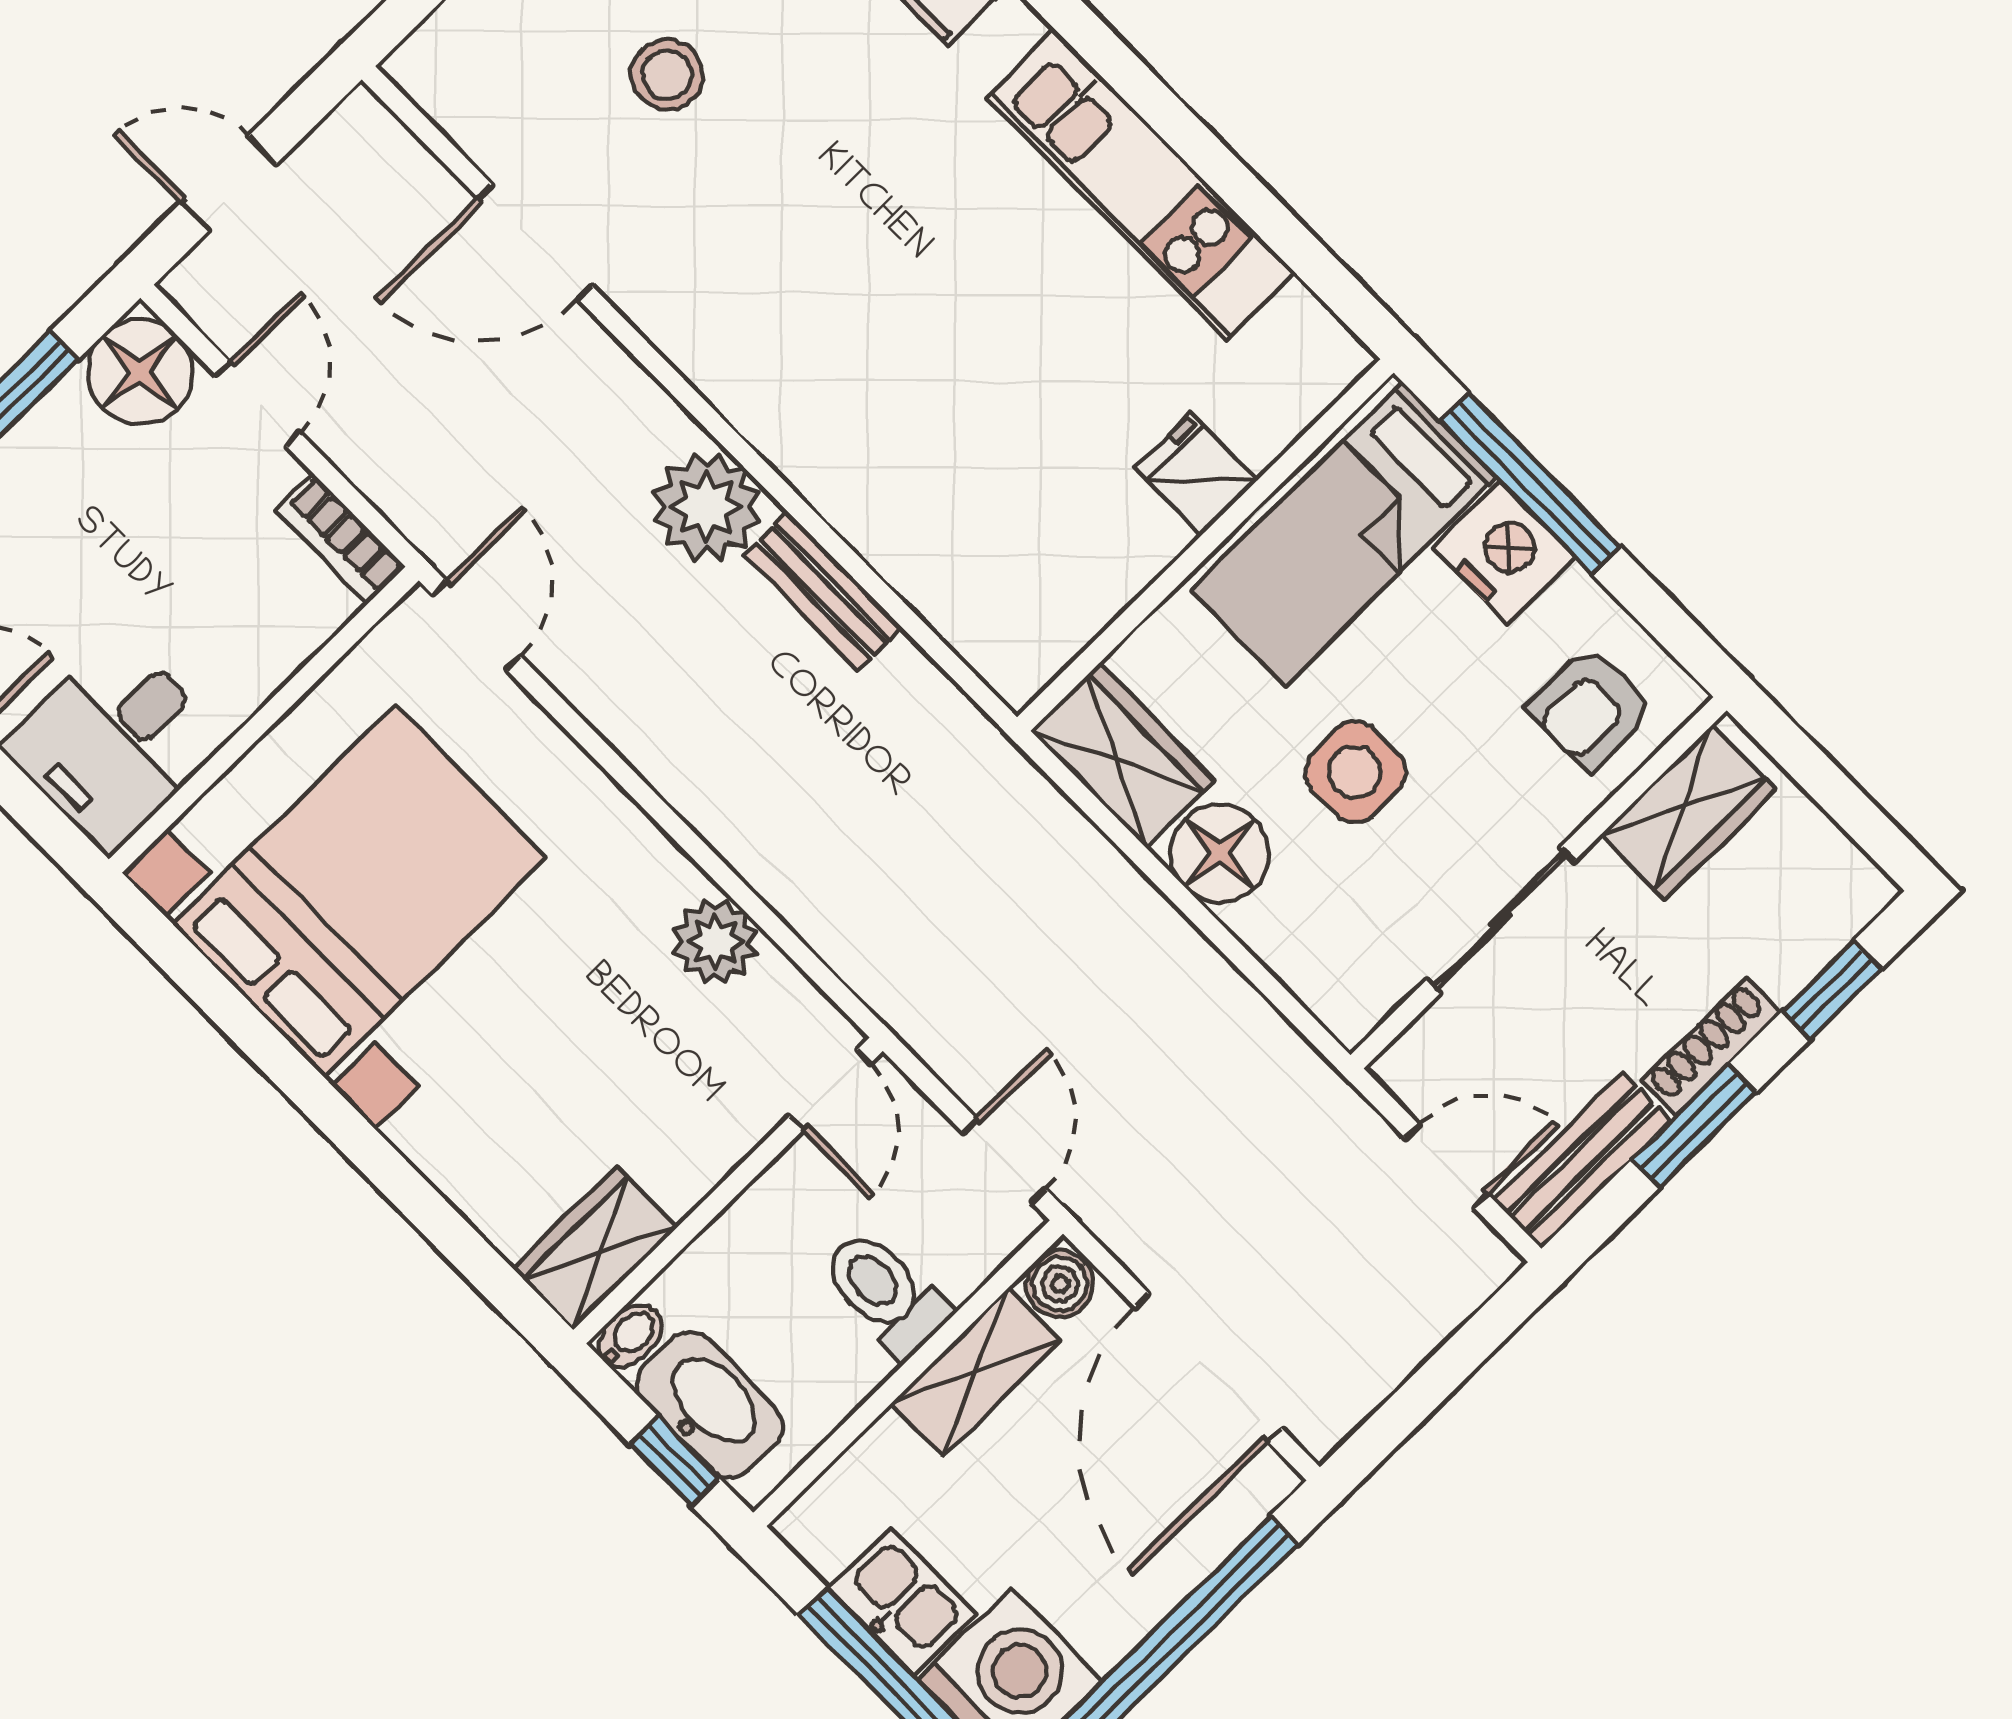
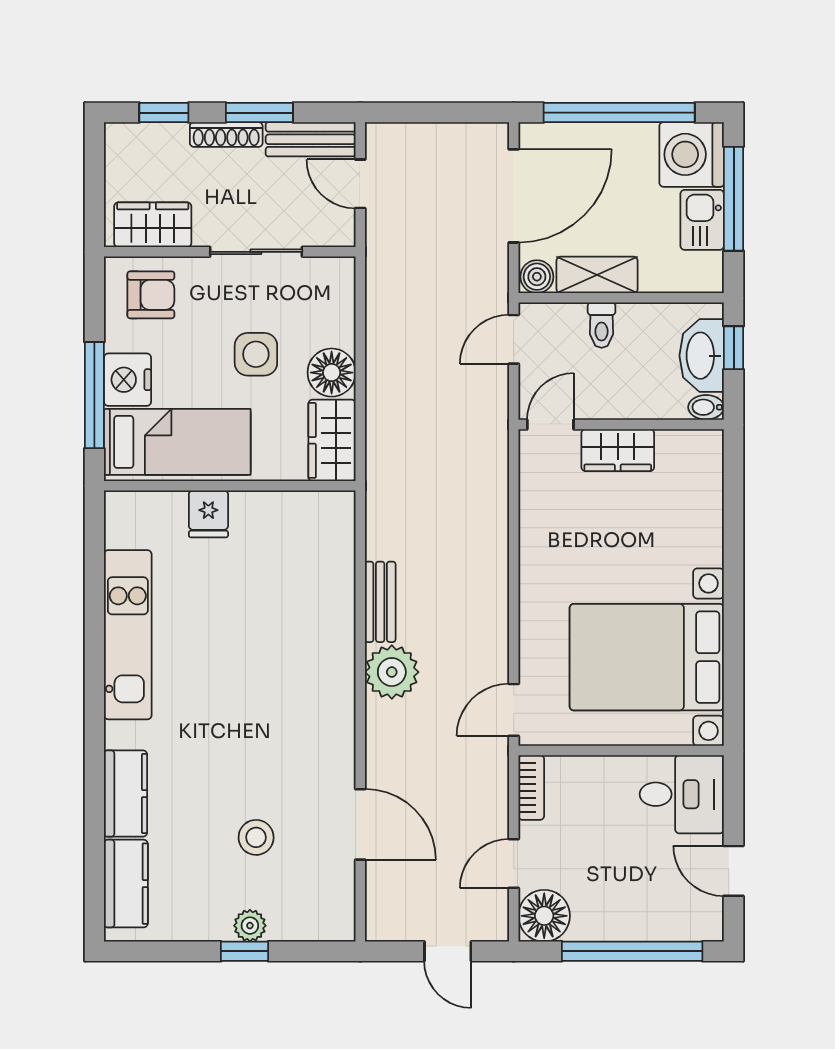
plant: (716, 942) -> (539, 516), removed
wardrobe: (595, 1248) -> (618, 450), moved
toilet: (885, 1293) -> (602, 325), width x0.73, depth x0.72

